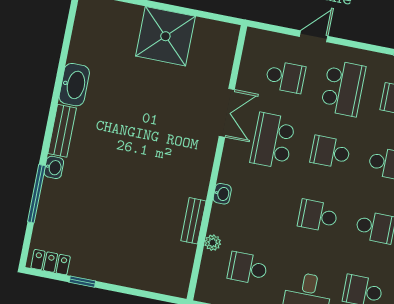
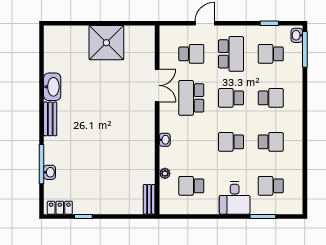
washbasin: (54, 167) -> (50, 172), moved
bench: (193, 221) -> (149, 199), moved

